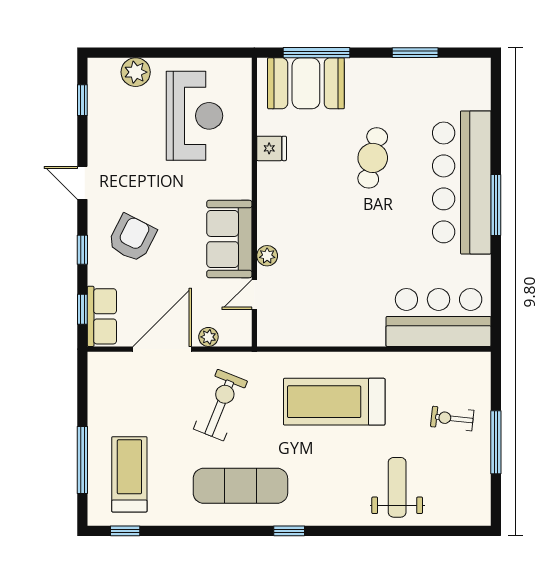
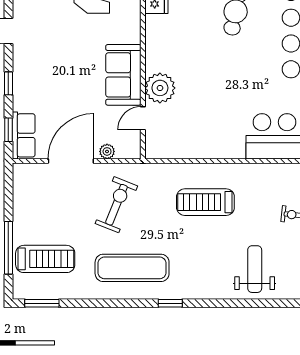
armchair: (132, 238) -> (47, 74), removed
plant: (267, 256) -> (160, 88), width x1.88, depth x1.88
treadmill: (334, 402) -> (205, 202), width x0.73, depth x0.73
treadmill: (129, 474) -> (45, 259), turned 90
window: (125, 531) -> (42, 303), width x1.50

